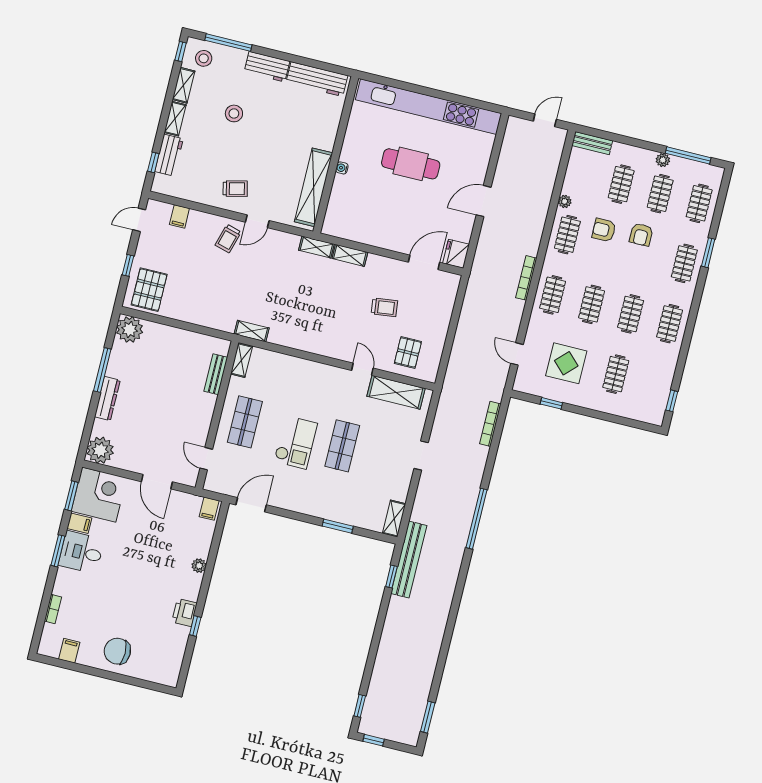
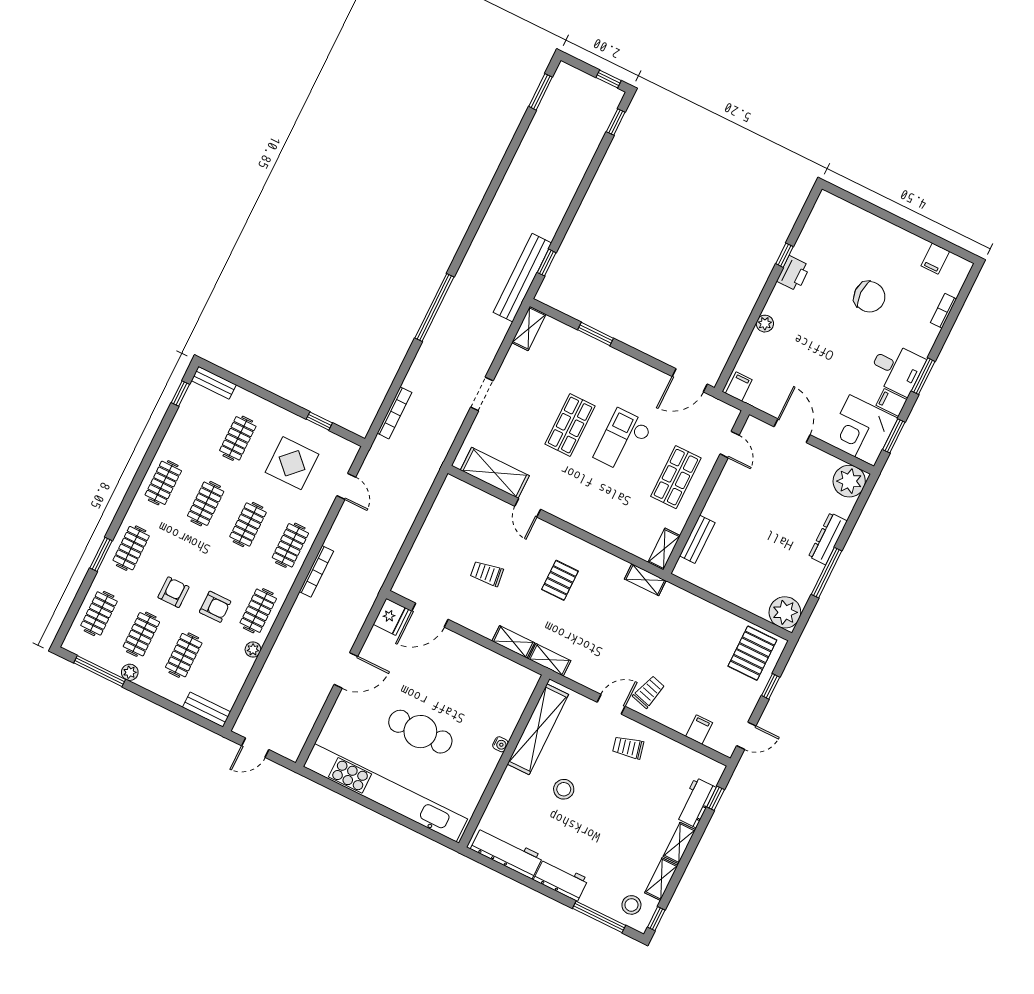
stool: (234, 113) -> (564, 789), moved
pallet: (408, 352) -> (560, 580), moved
bench: (646, 416) -> (214, 383), added
chair: (117, 651) -> (869, 297), moved

